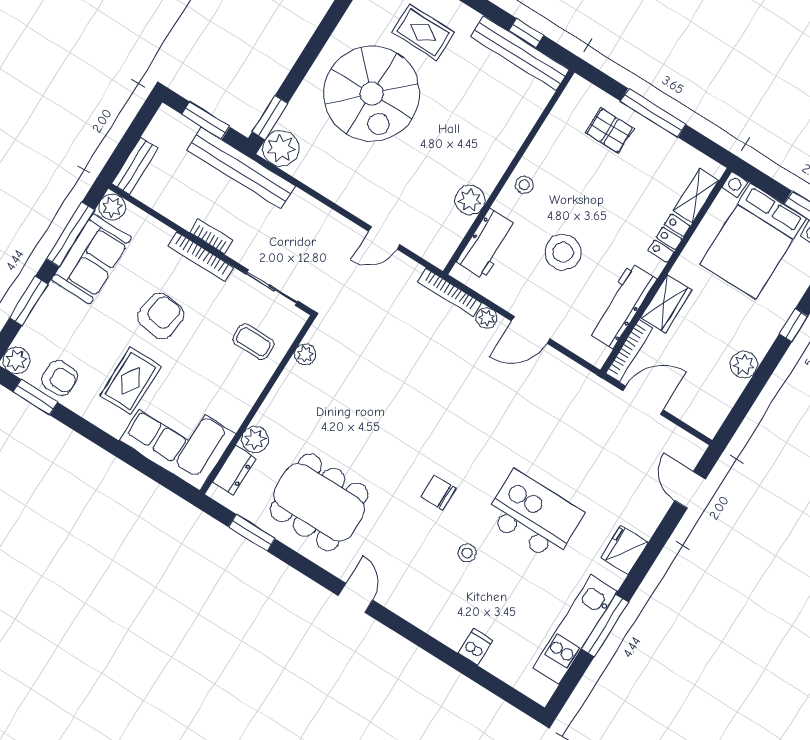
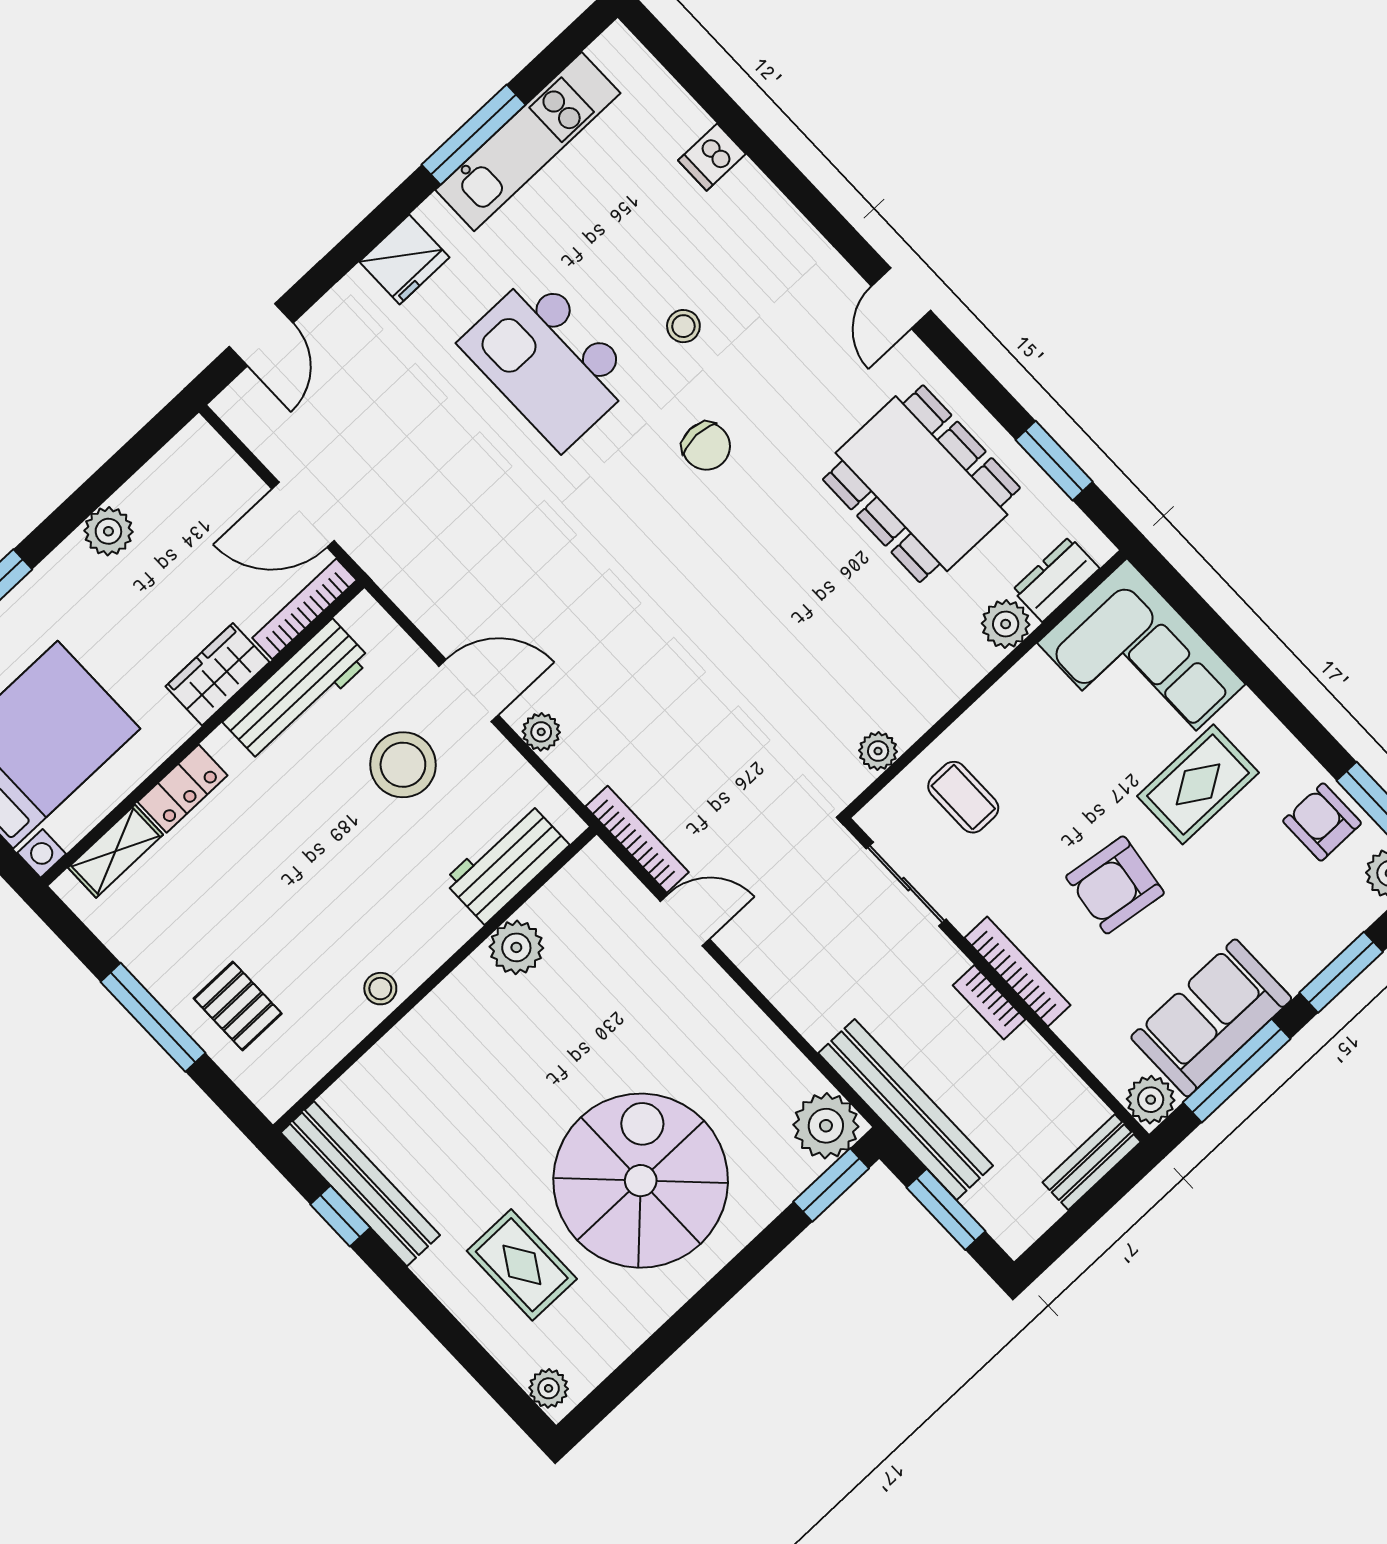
stool: (524, 185) -> (380, 989), moved
stool: (563, 252) -> (403, 765), moved
bookcase: (450, 292) -> (637, 839), moved

